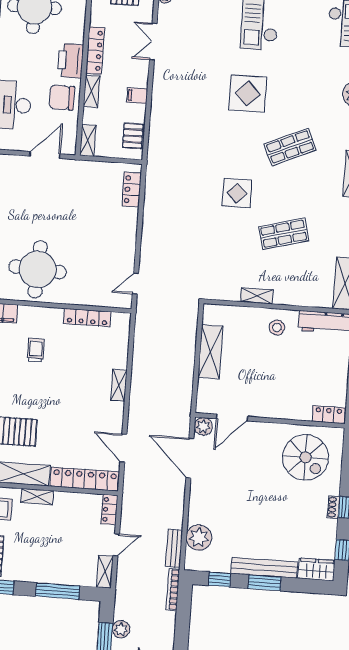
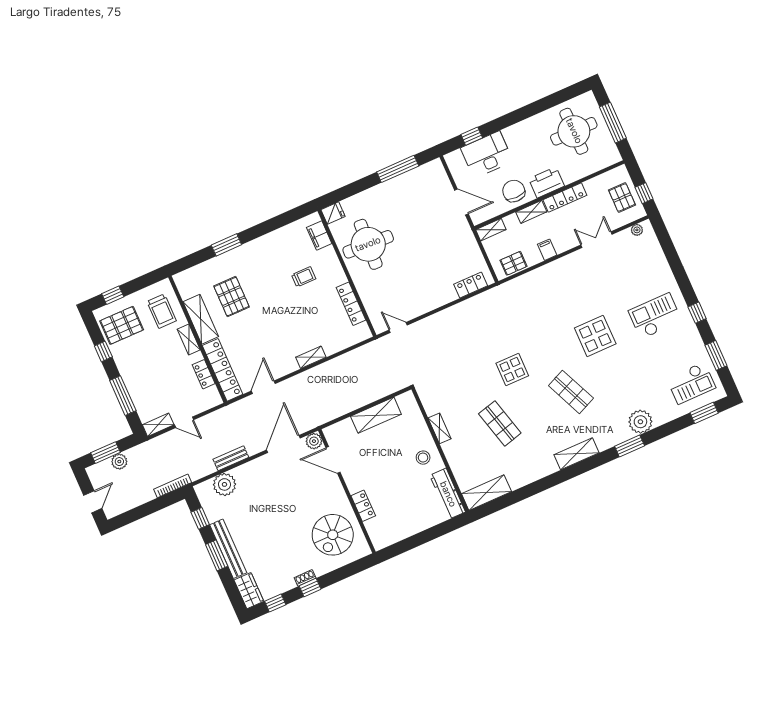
locker: (329, 415) -> (363, 506), moved
locker: (109, 510) -> (204, 374), moved, turned -90
bench: (174, 548) -> (231, 458), moved

